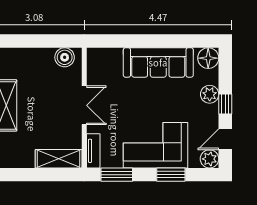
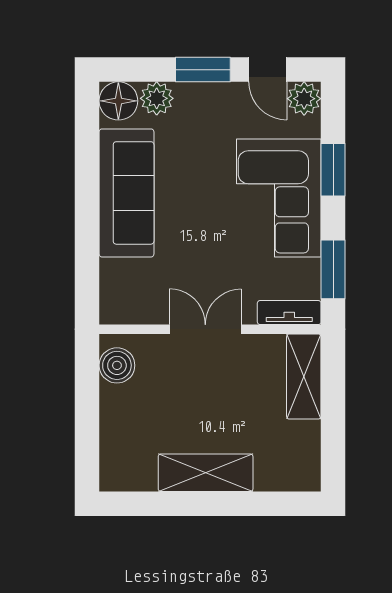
plant: (210, 94) -> (157, 98), moved
window: (225, 104) -> (203, 70), width x1.50

